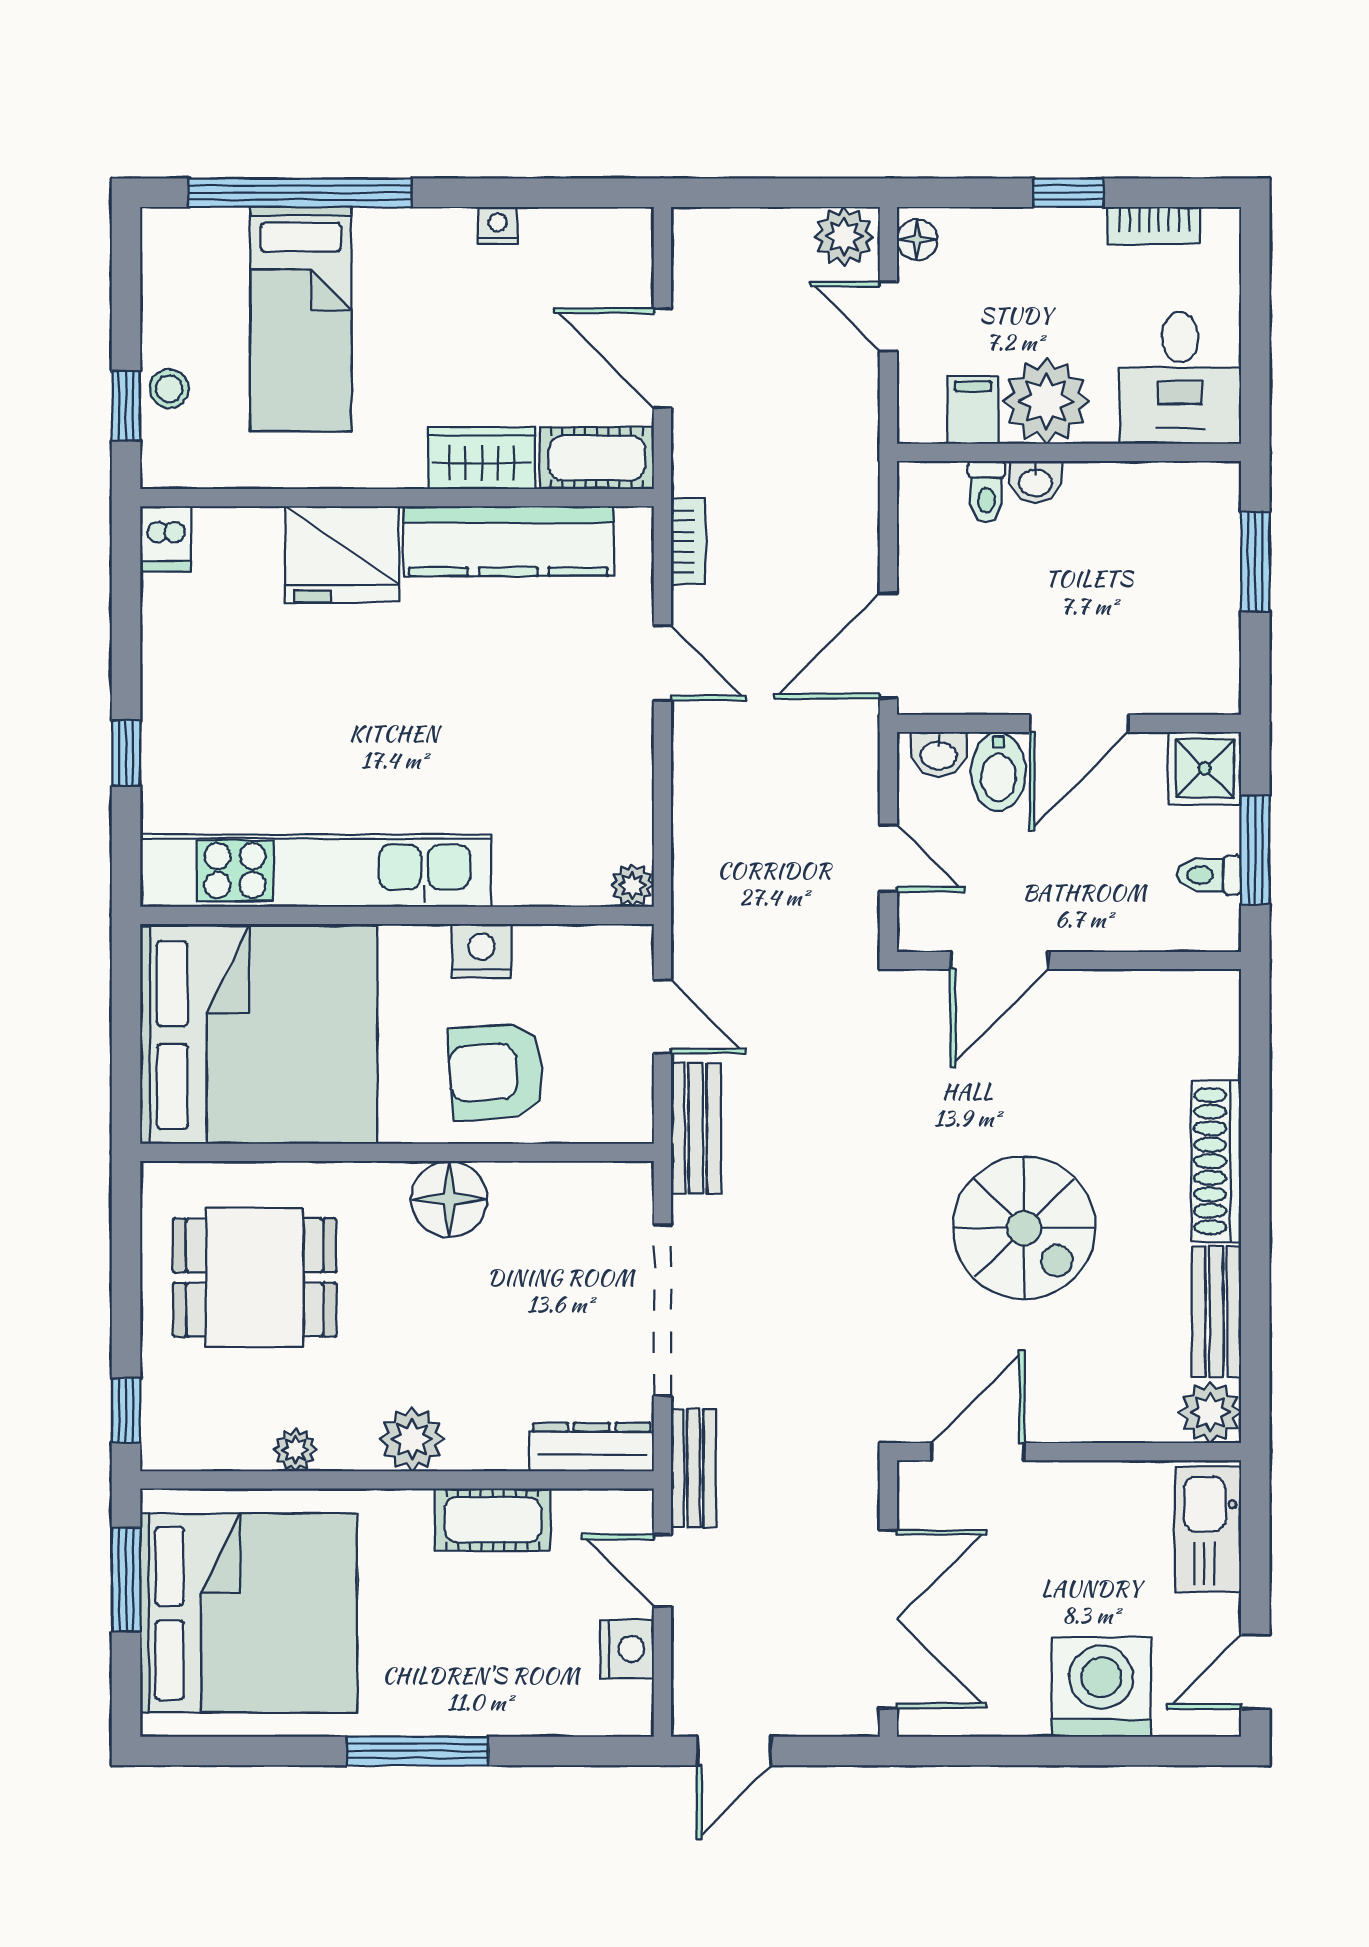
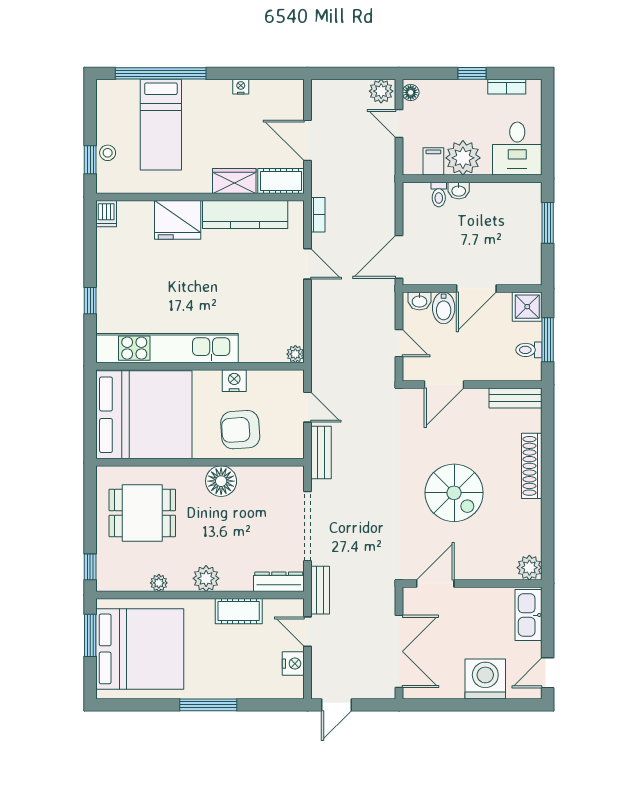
bench: (1216, 1312) -> (516, 398), moved, turned 90

